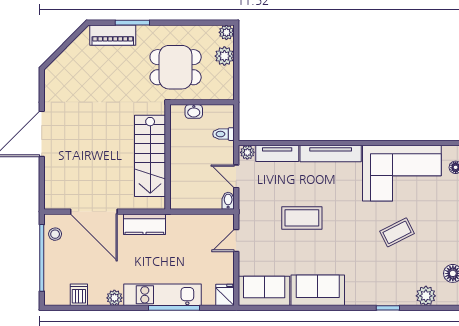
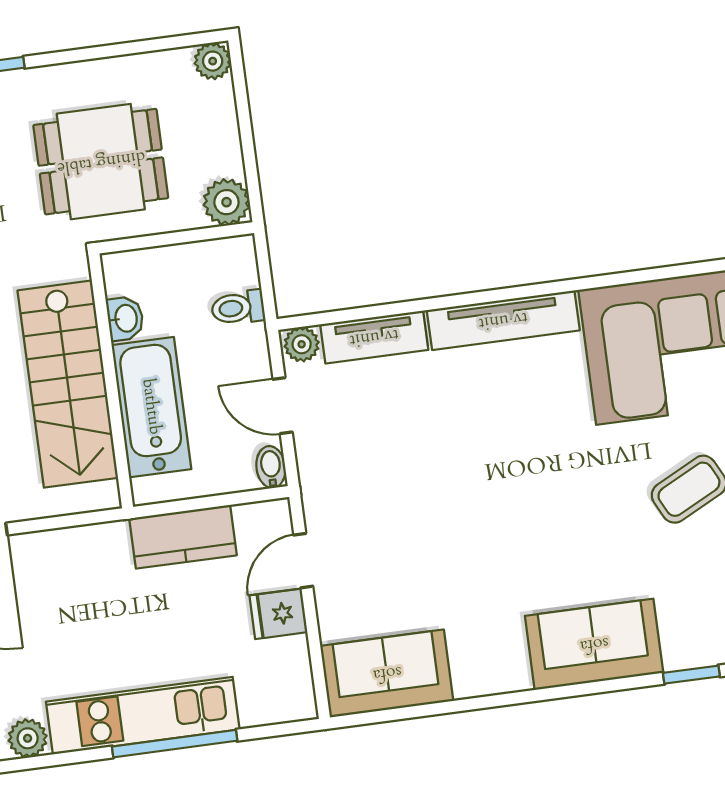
plant: (224, 56) -> (226, 202), moved
washbasin: (194, 111) -> (125, 318), moved, turned -90
bathtub: (183, 170) -> (151, 407), added
coffee table: (302, 218) -> (454, 485), removed
kitchen counter: (144, 224) -> (183, 537), moved
sofa: (318, 290) -> (594, 644), moved
fridge: (225, 295) -> (278, 614), moved, turned -90

